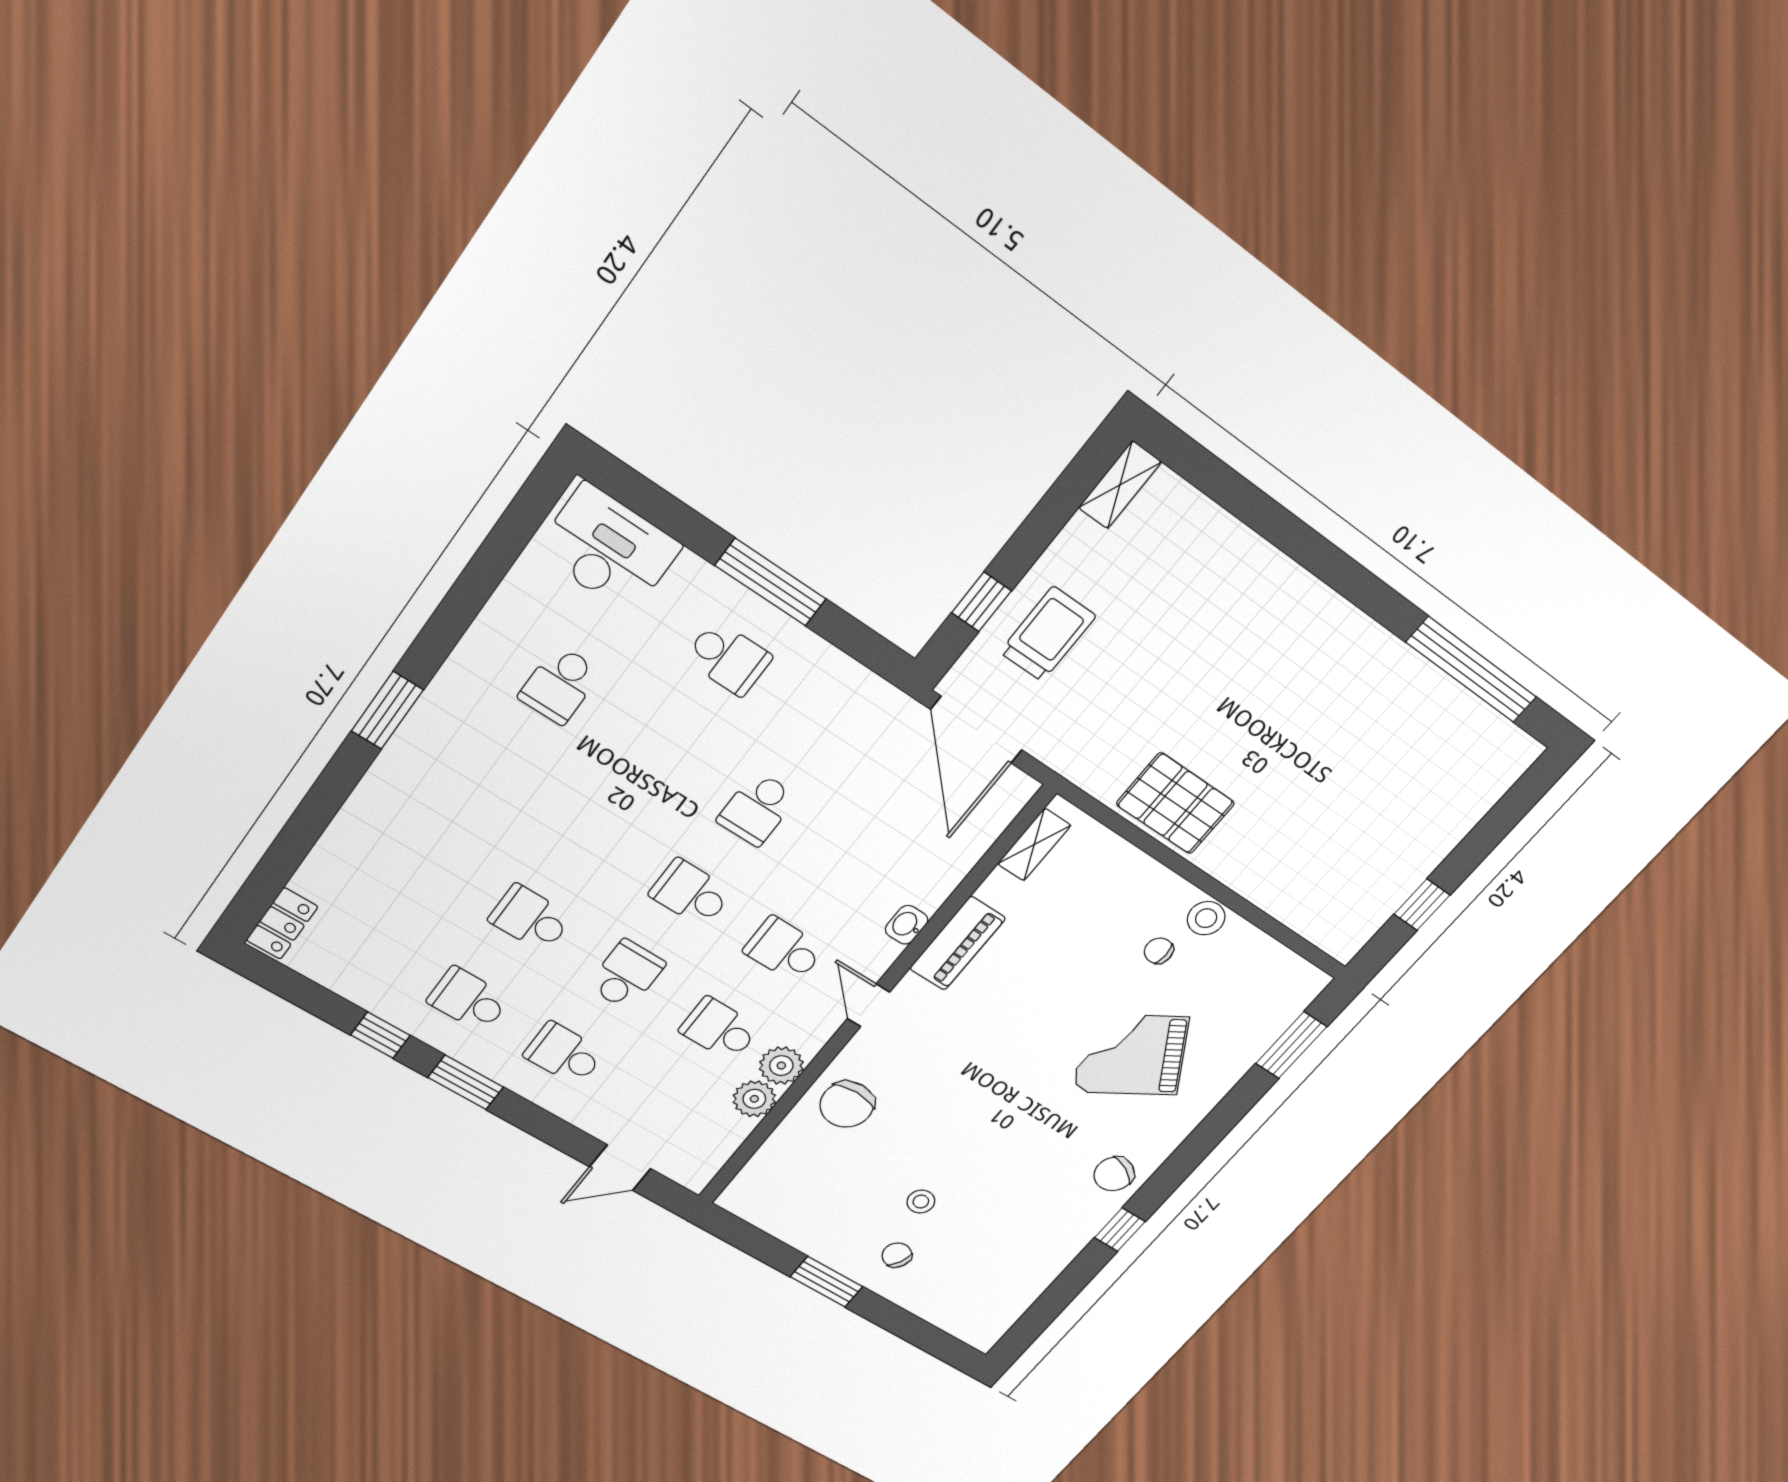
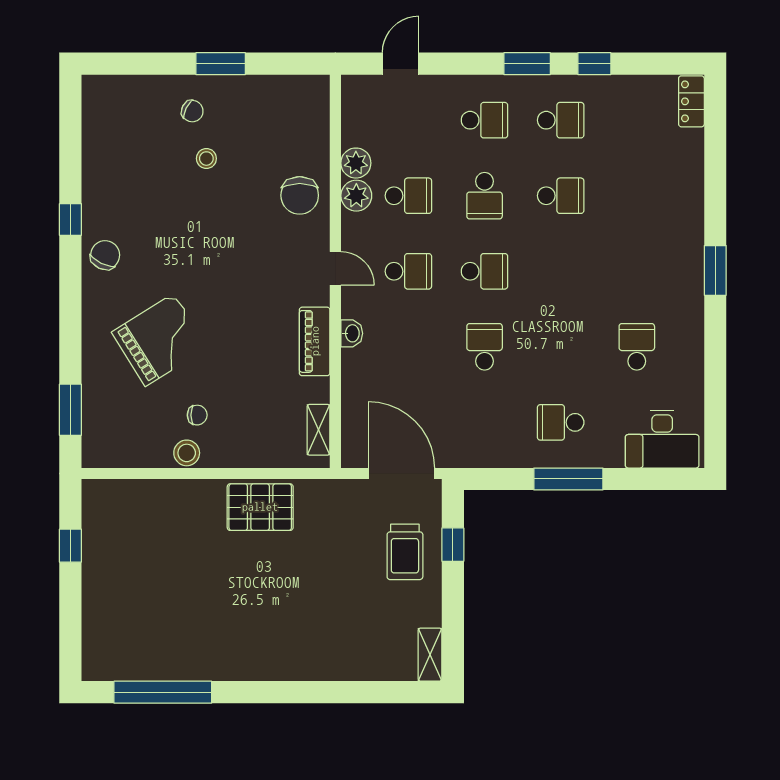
chair: (847, 1104) -> (300, 195), turned 180

